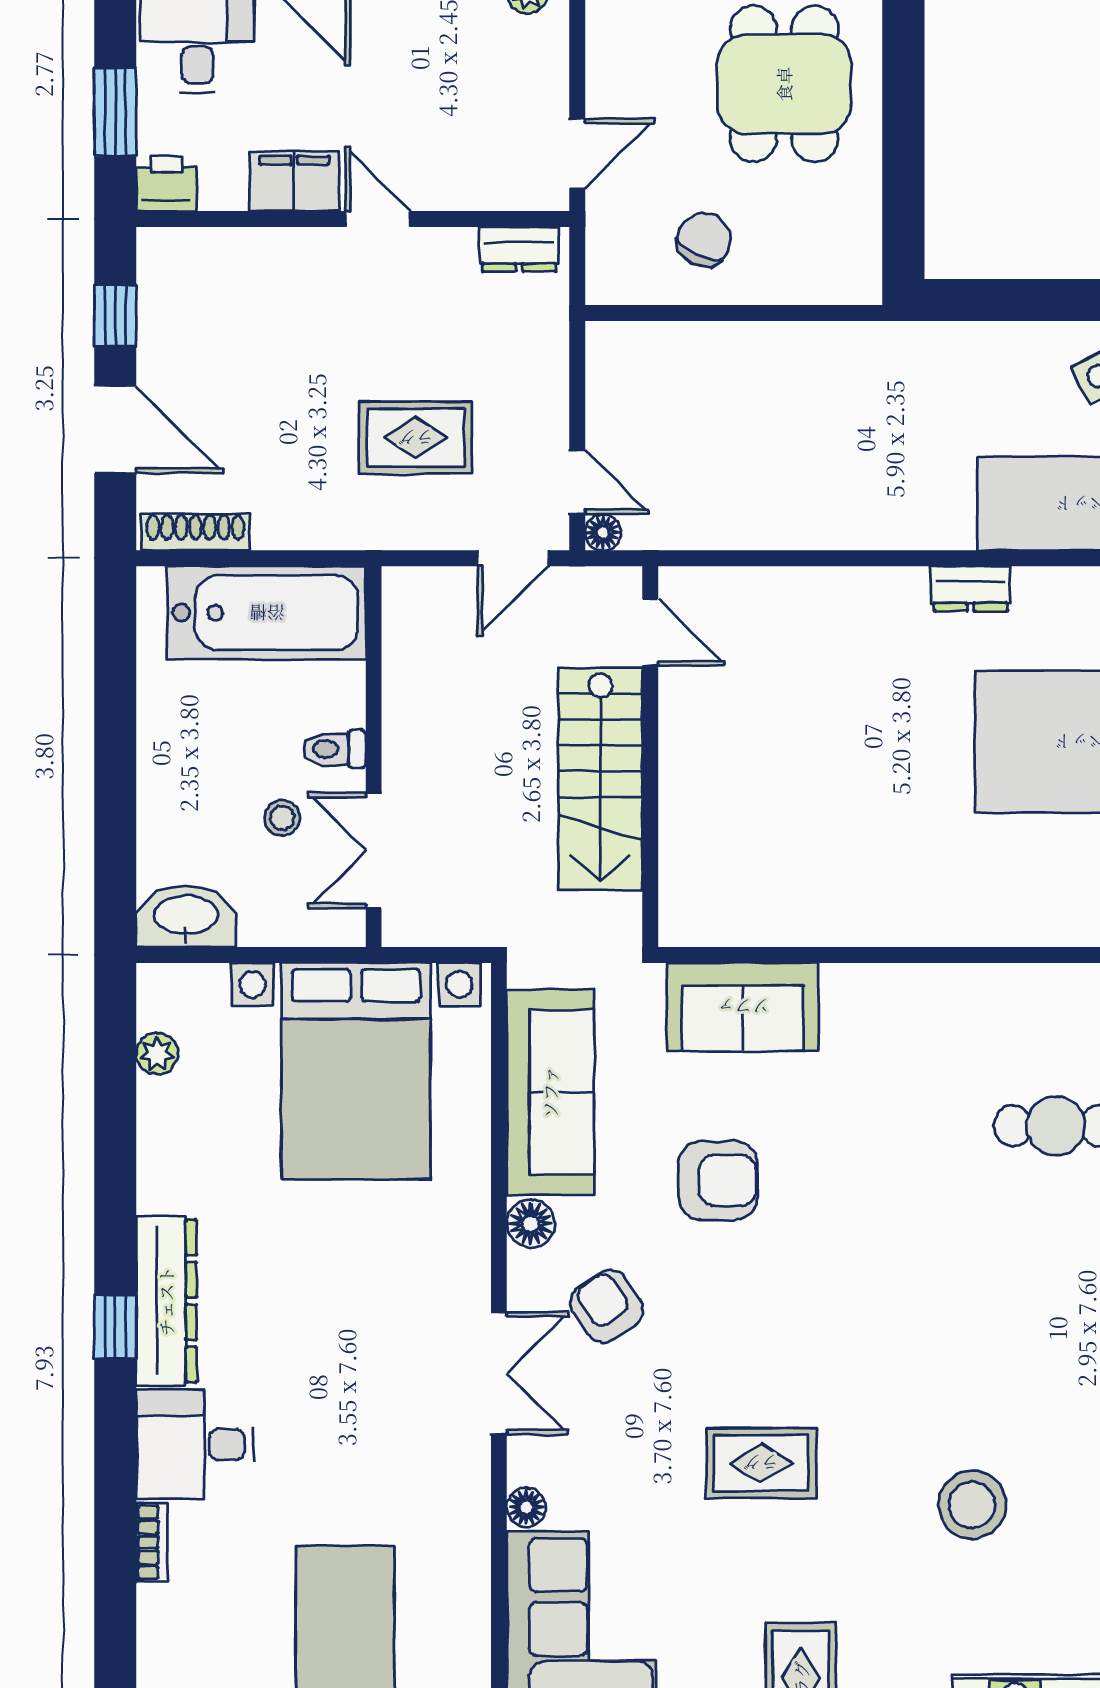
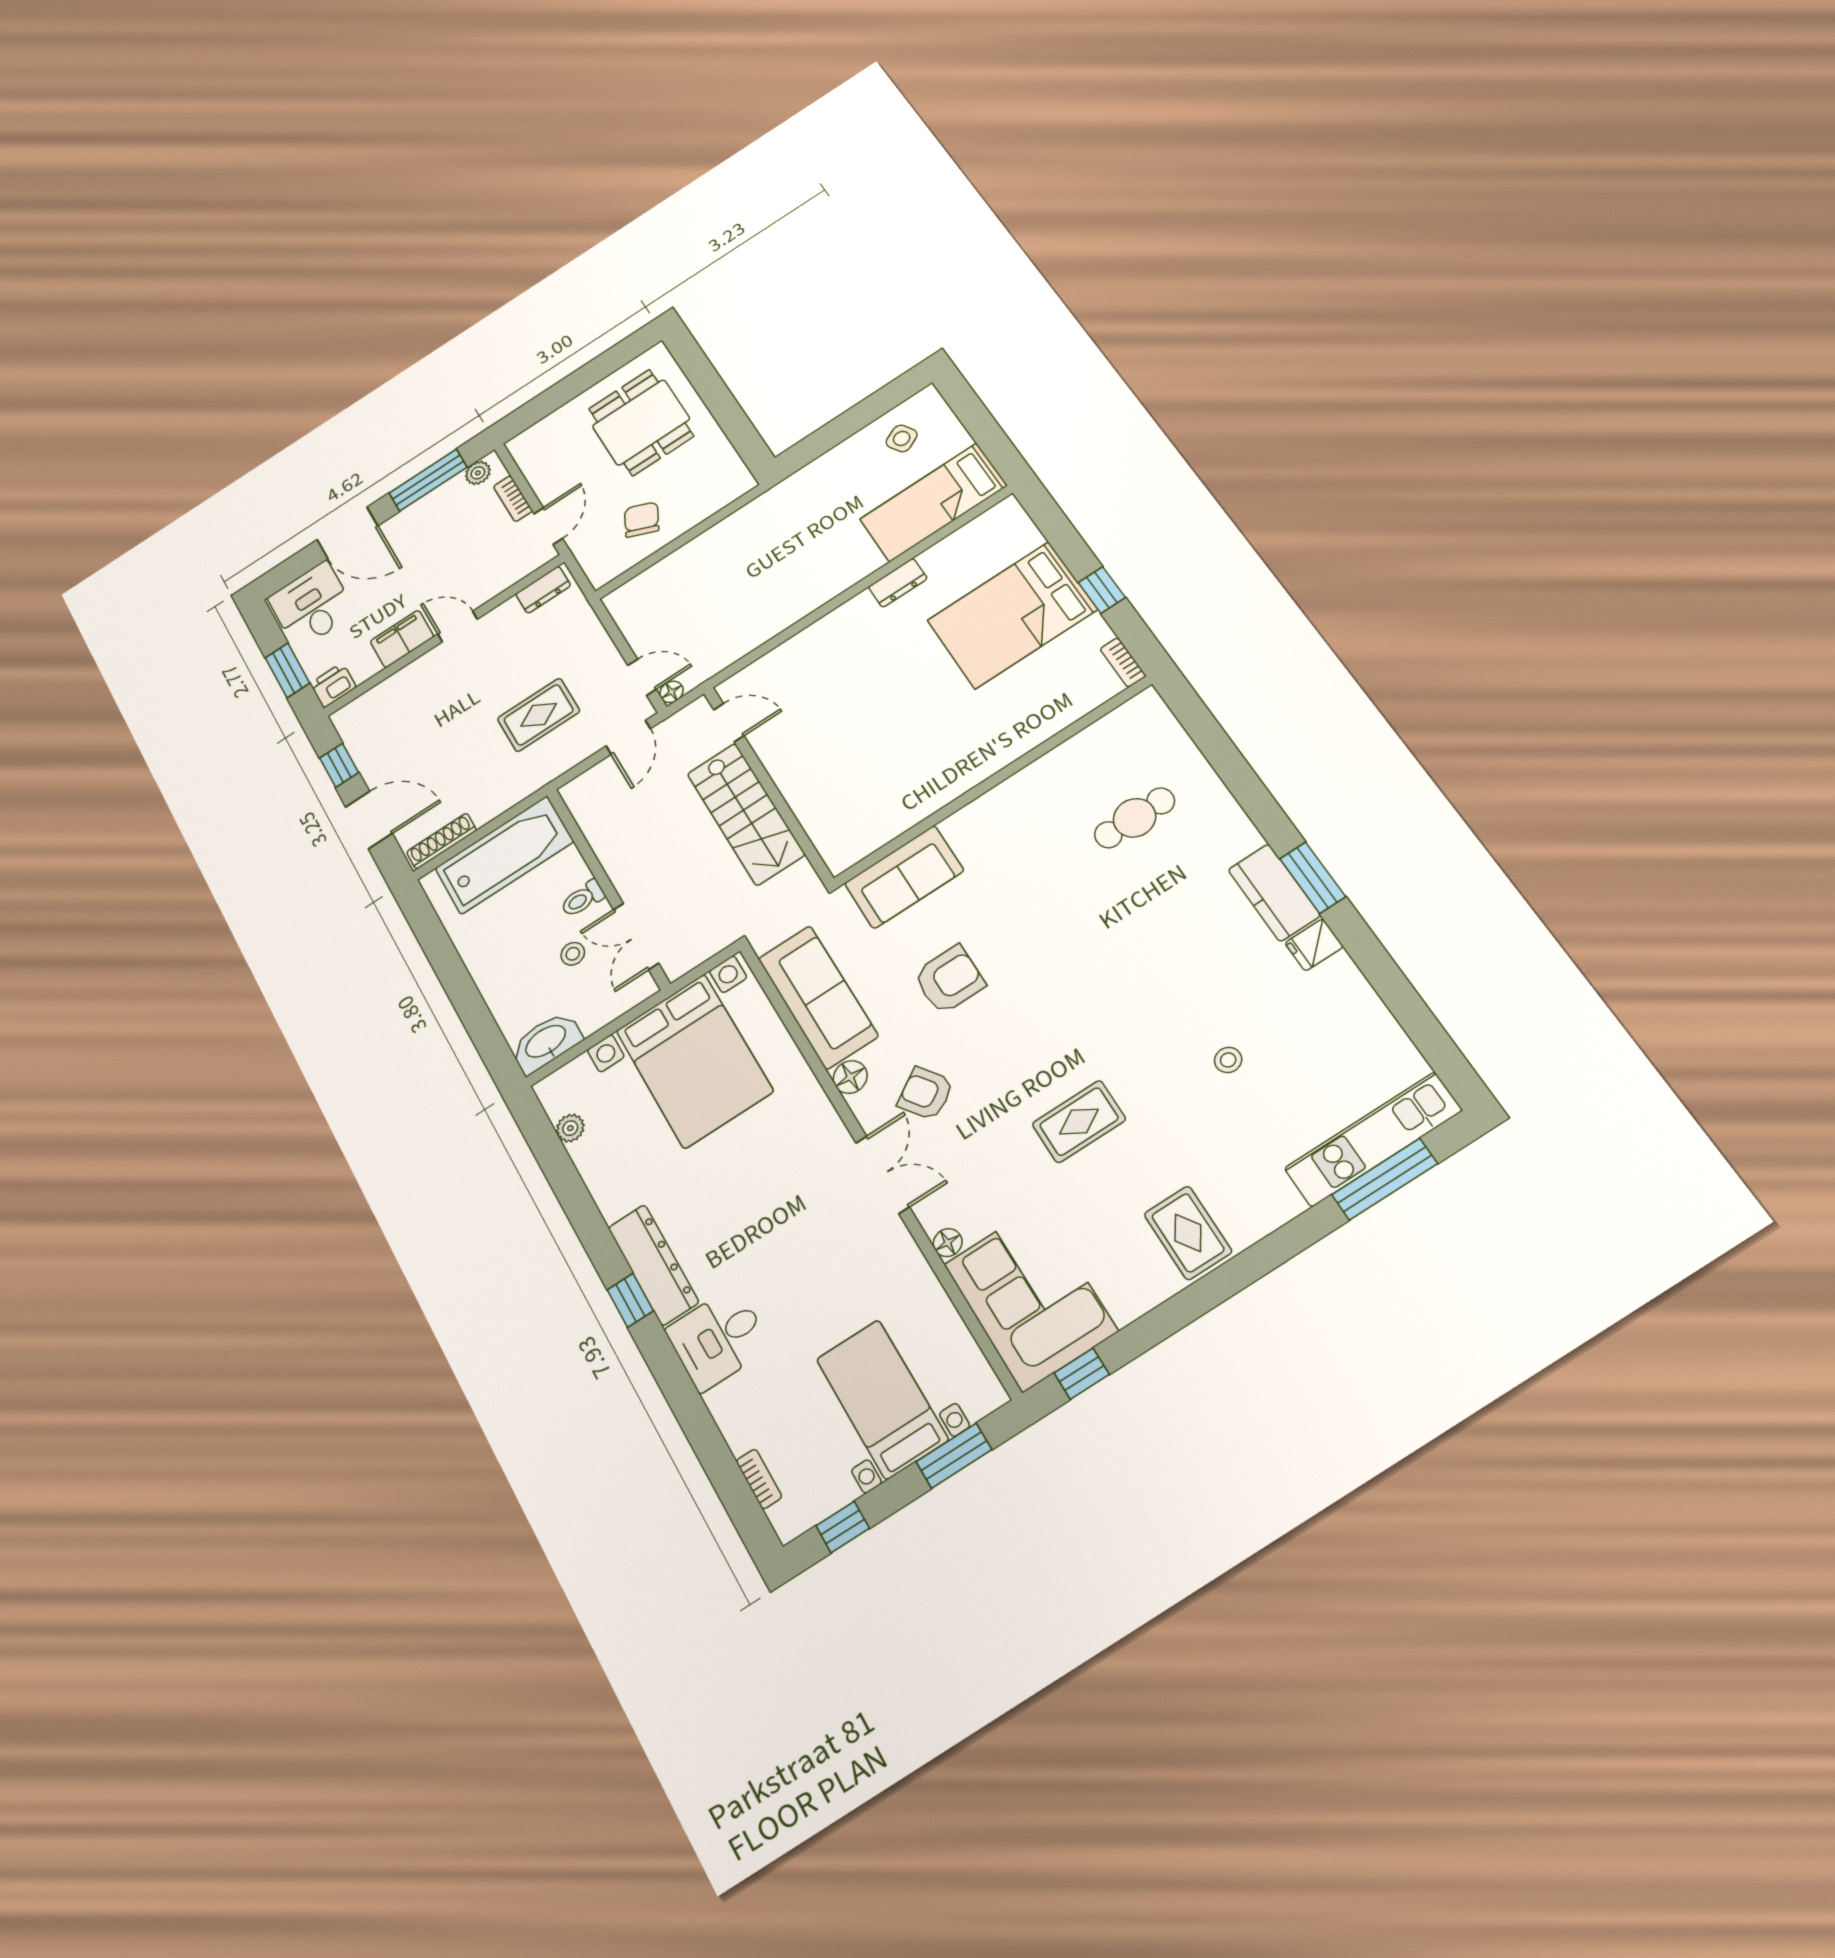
bookcase: (553, 72) -> (513, 499), added
stool: (972, 1505) -> (1228, 1060), width x0.53, depth x0.53
bookcase: (152, 1542) -> (759, 1479), moved

